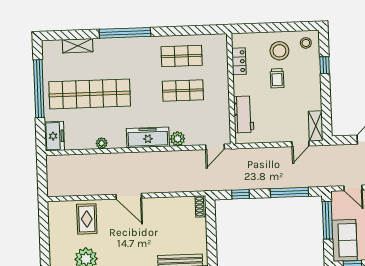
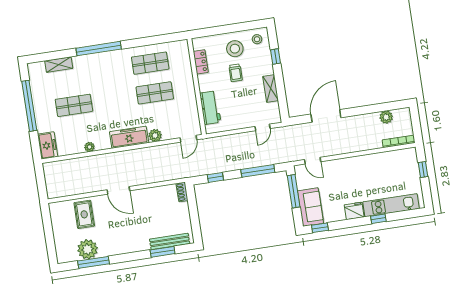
shop shelf: (90, 94) -> (74, 105), width x0.50, depth x0.74
shelving: (316, 126) -> (271, 89), moved

